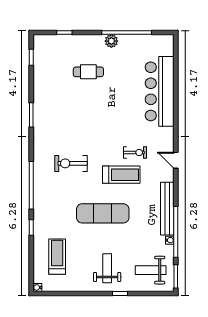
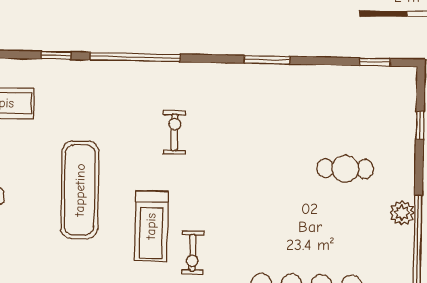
cafe table: (88, 72) -> (345, 169), turned 90
exercise bike: (71, 163) -> (174, 132), width x0.73, depth x0.72

